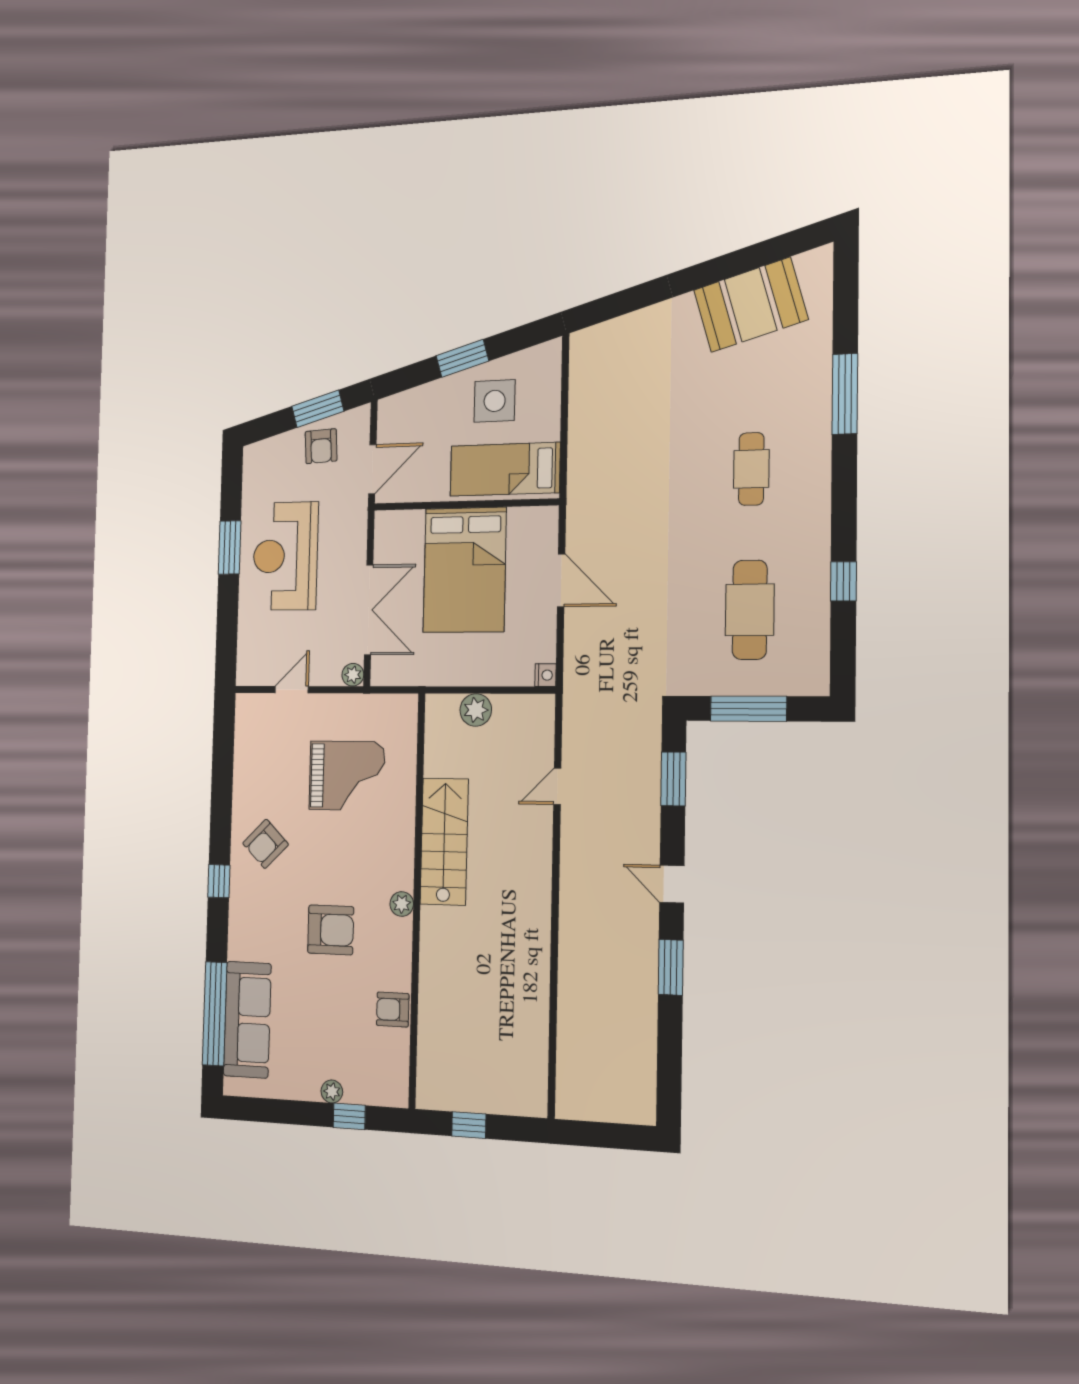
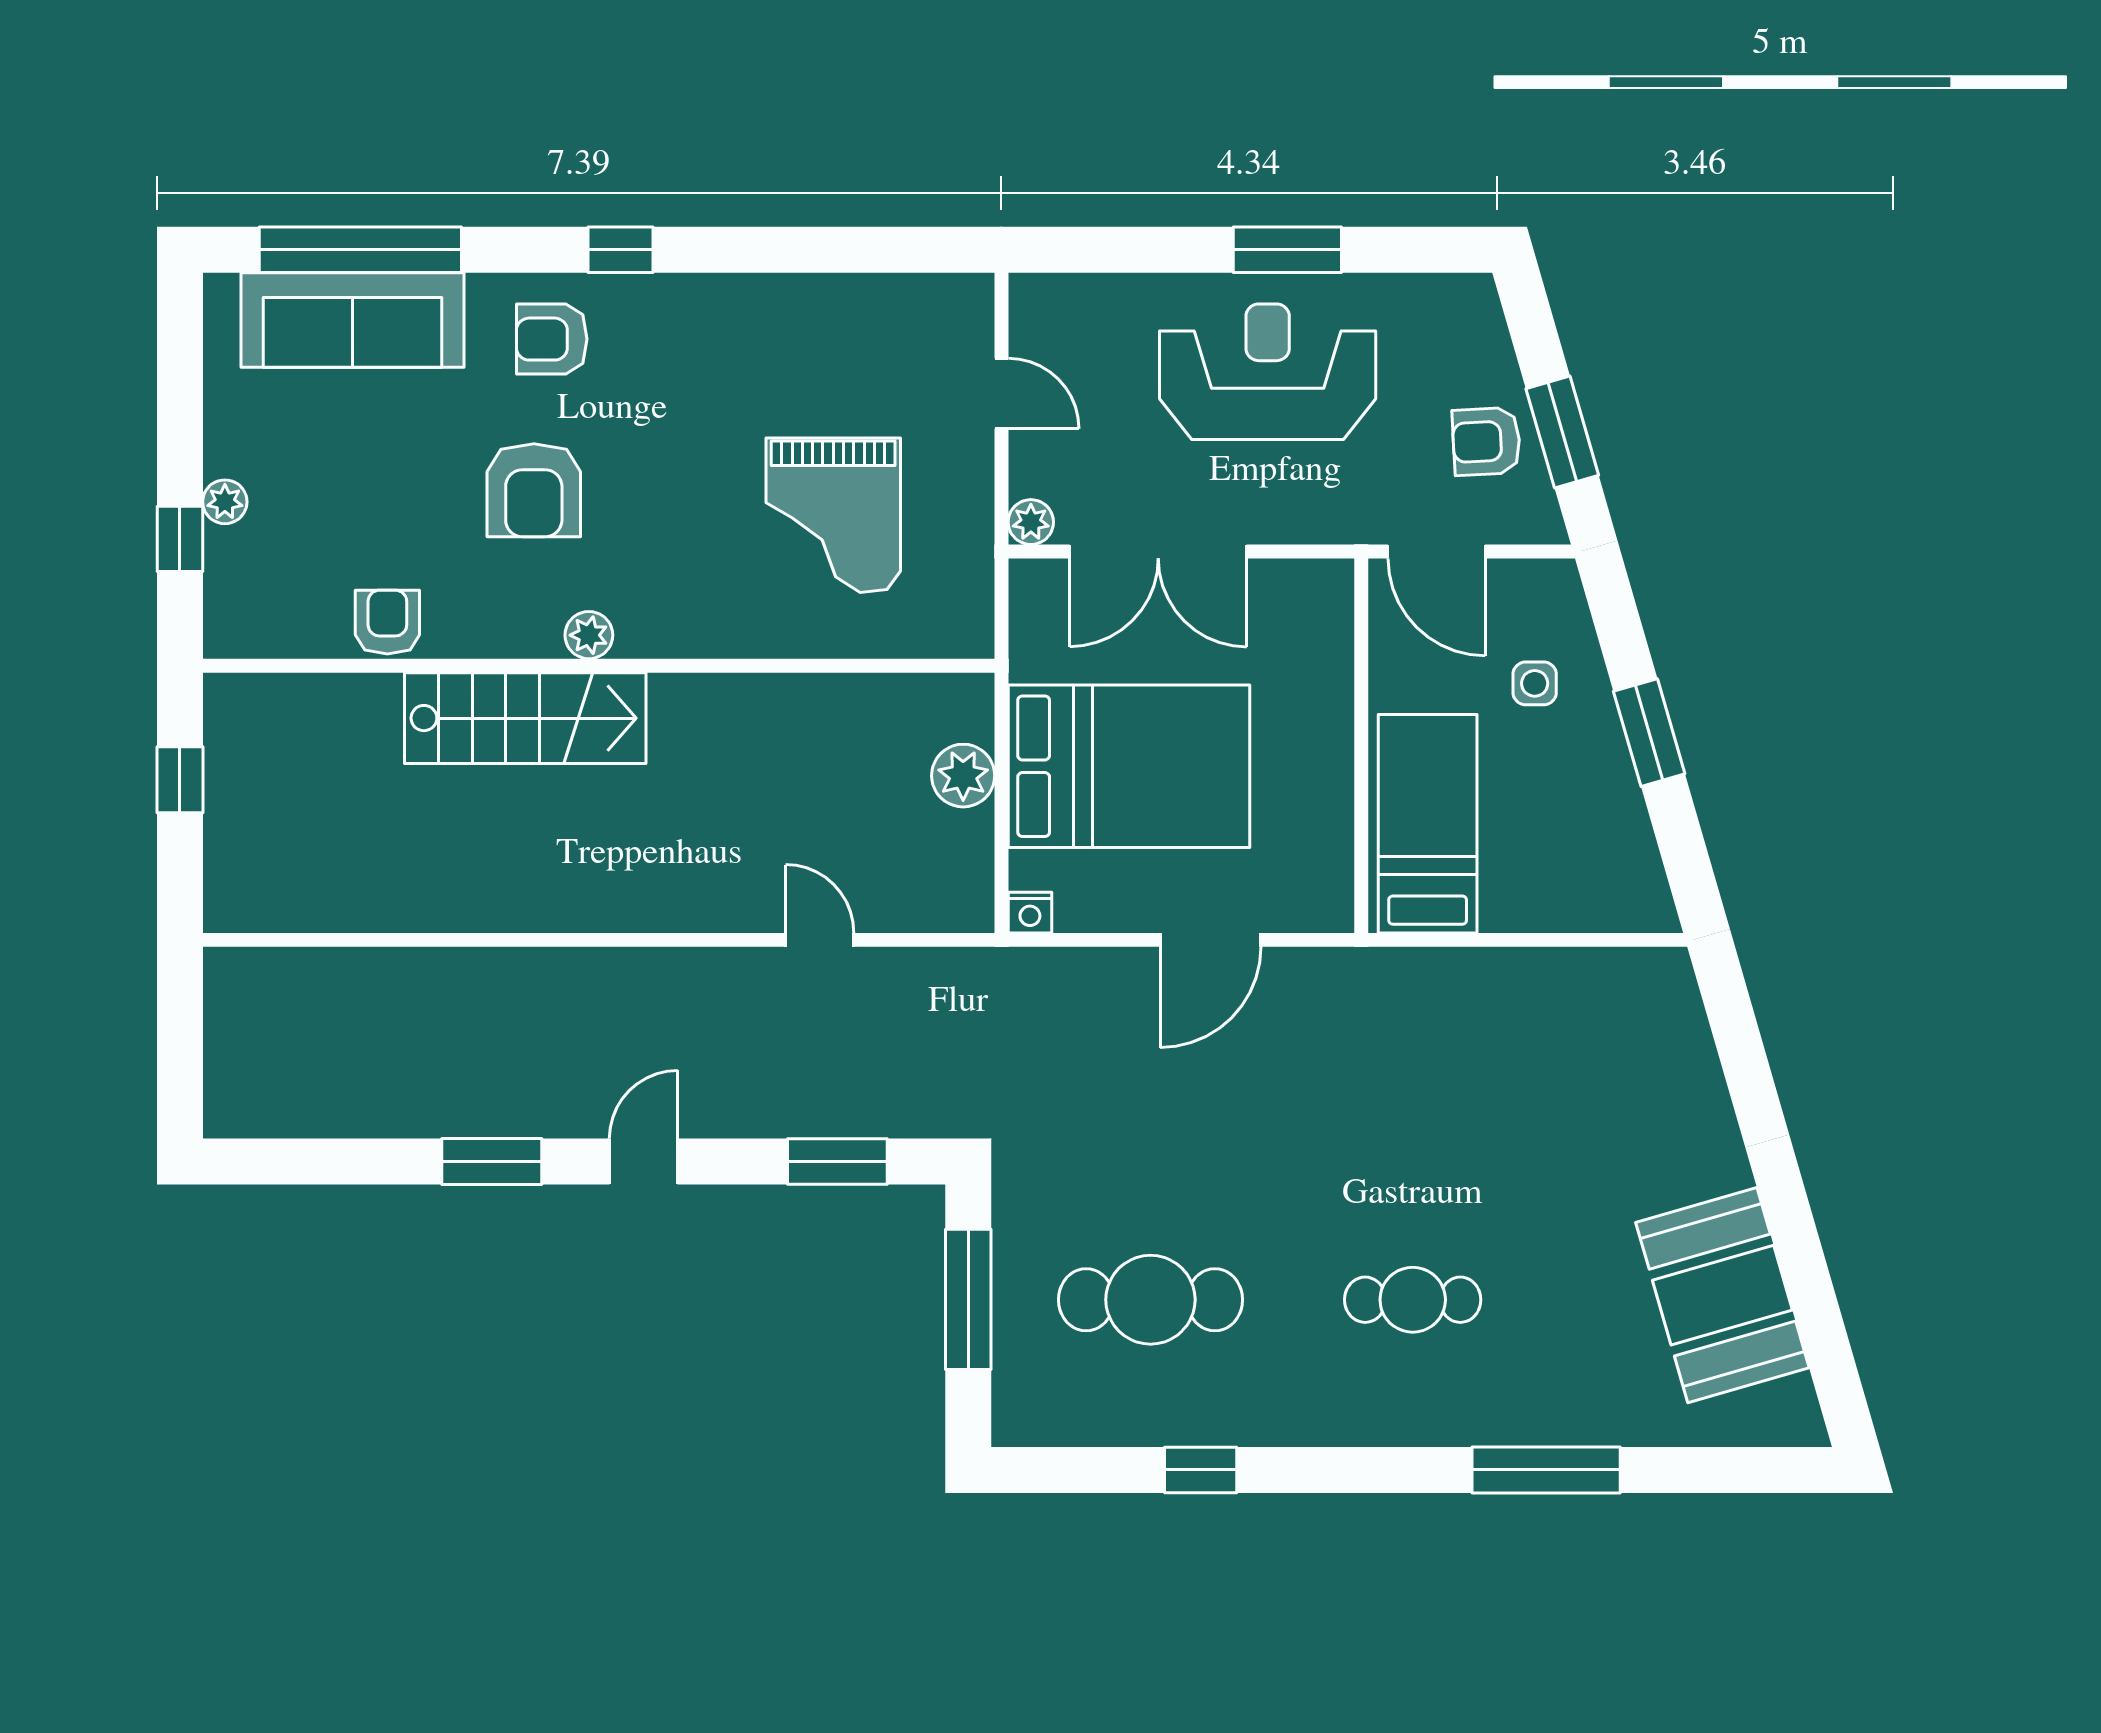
side table: (495, 401) -> (1535, 683), moved, width x0.54, depth x0.54
bed: (465, 570) -> (1129, 766), moved, turned 180
stairs: (444, 841) -> (525, 718), moved
armchair: (266, 844) -> (552, 339), moved, turned -45

